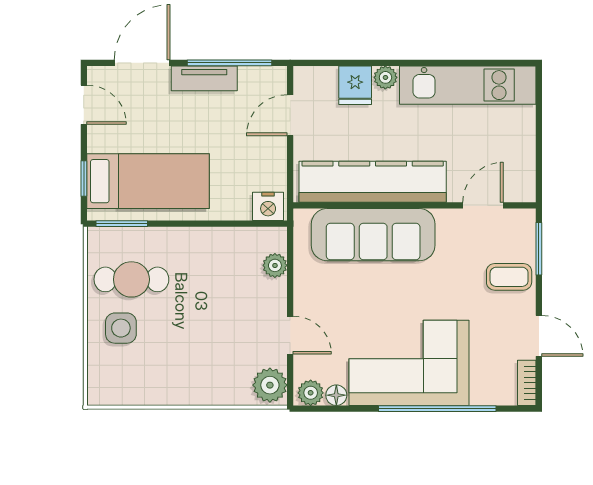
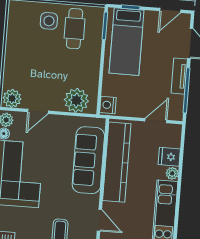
door: (290, 115) -> (156, 121), hinge flipped
plant: (275, 265) -> (76, 100), width x1.88, depth x1.88

